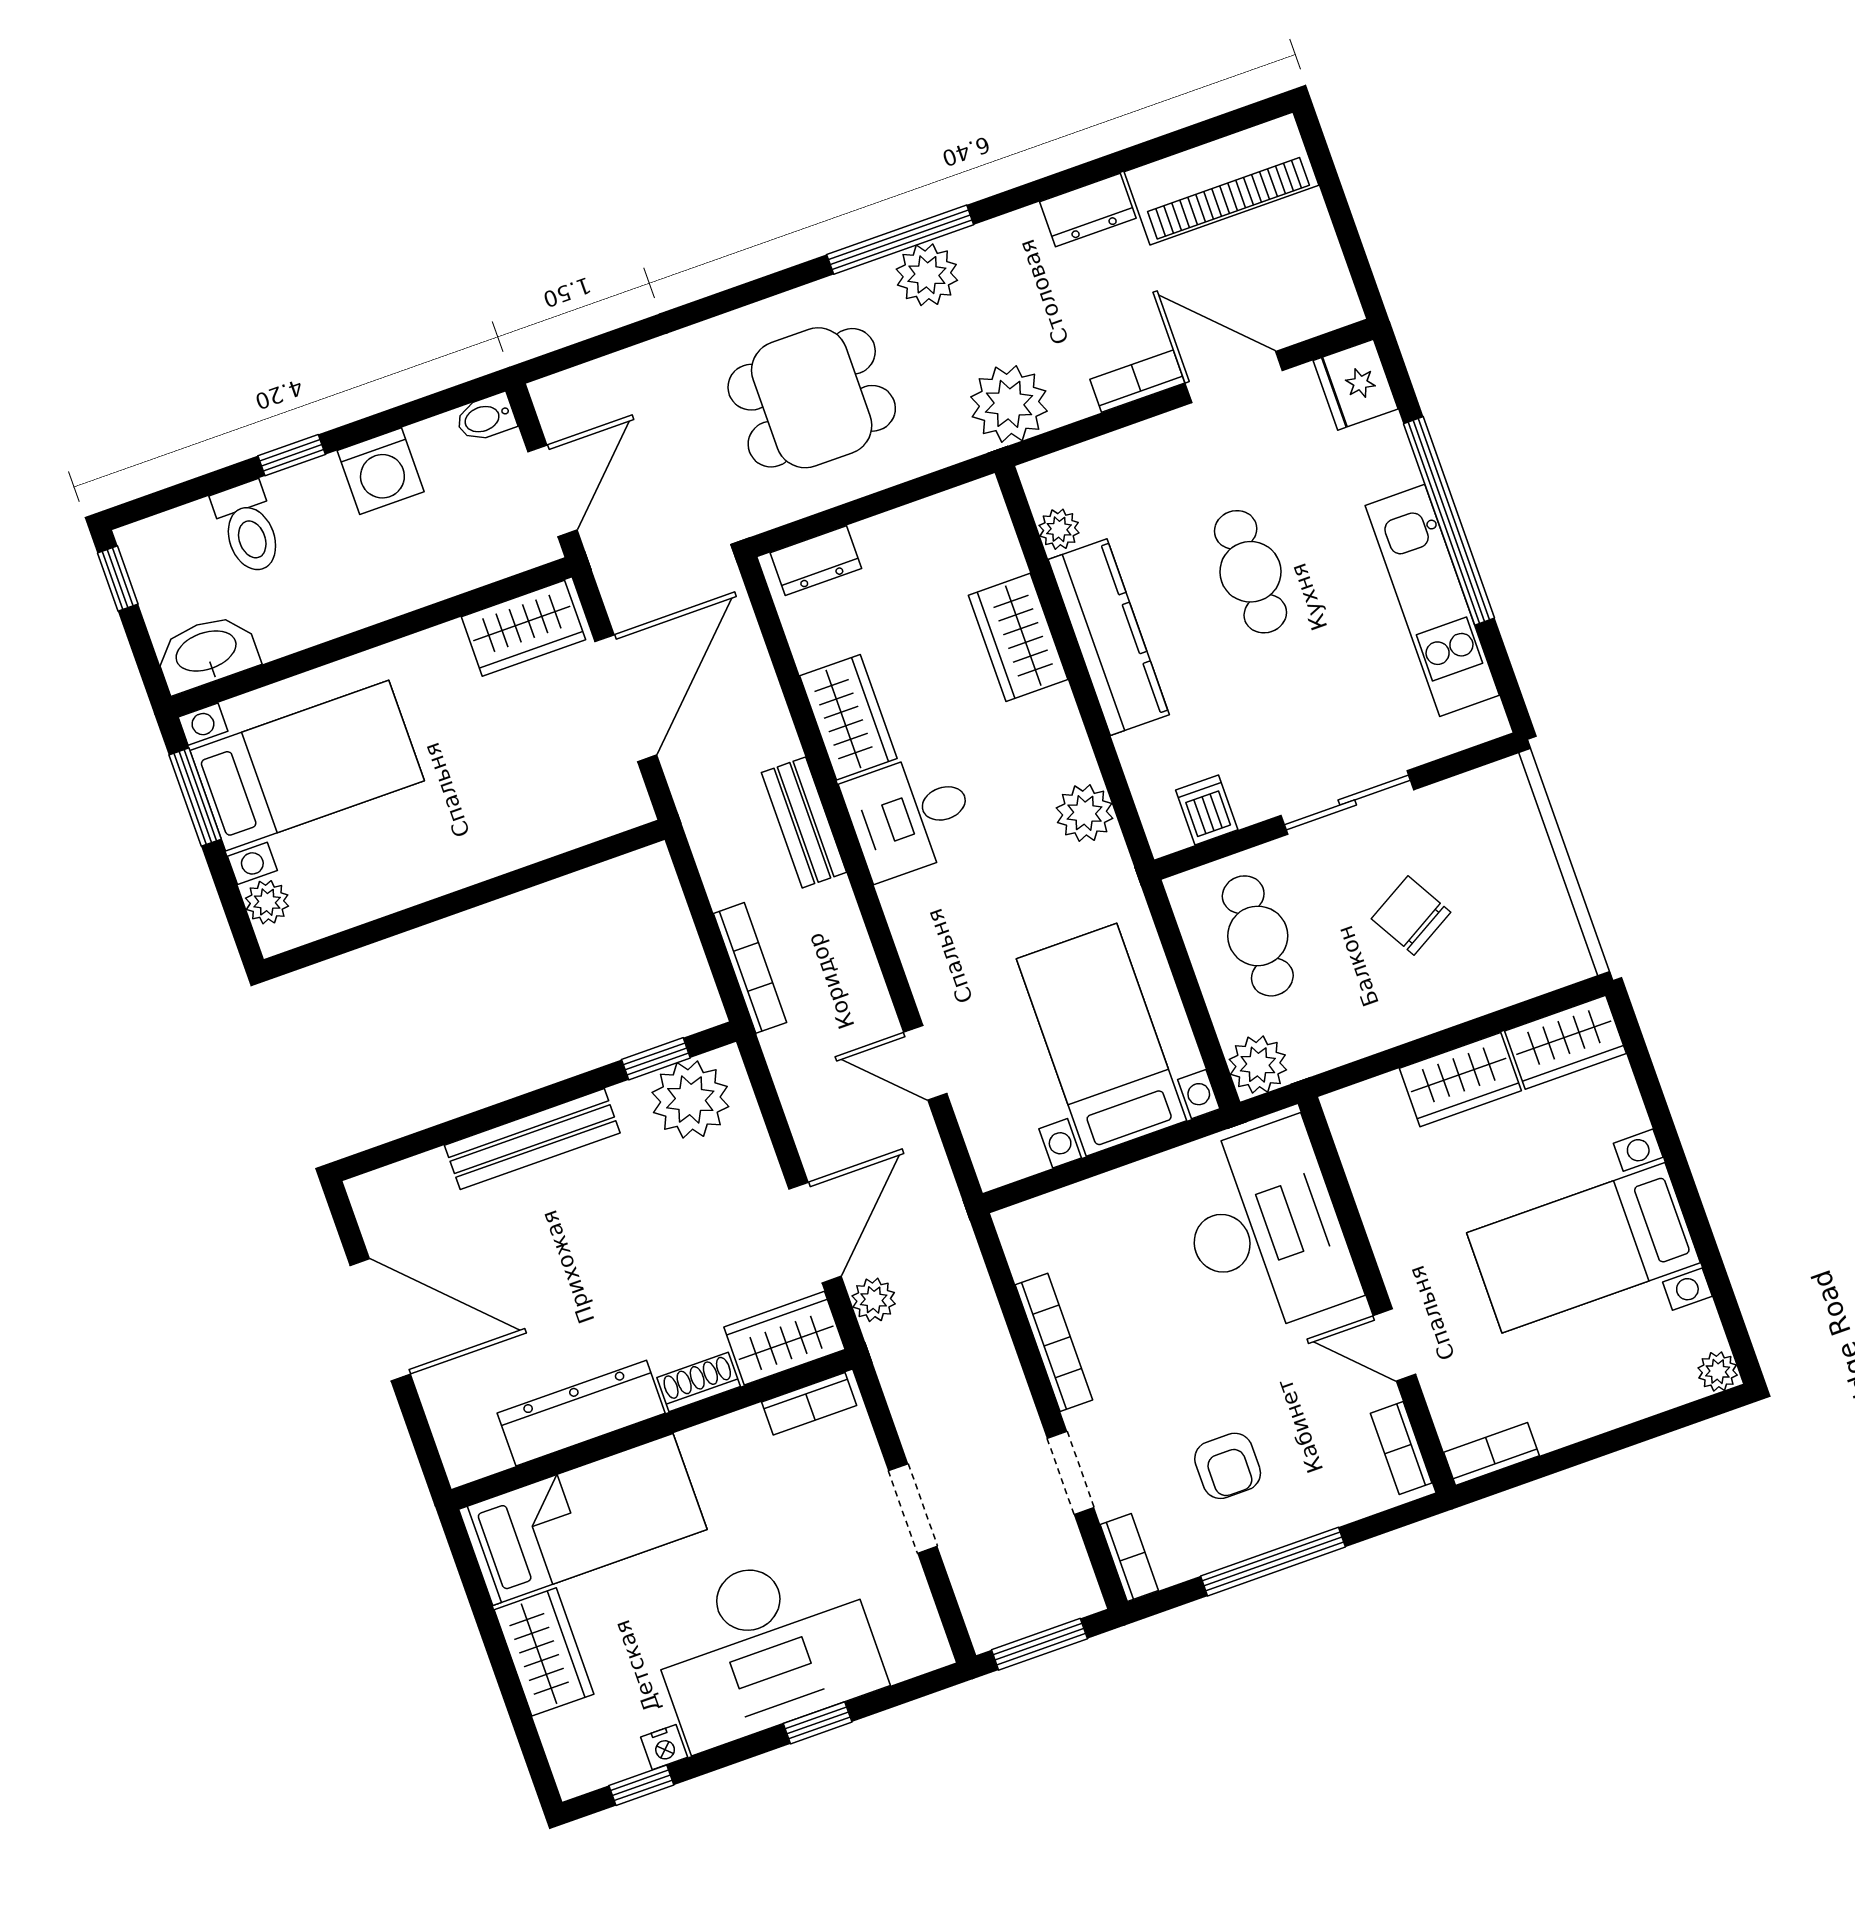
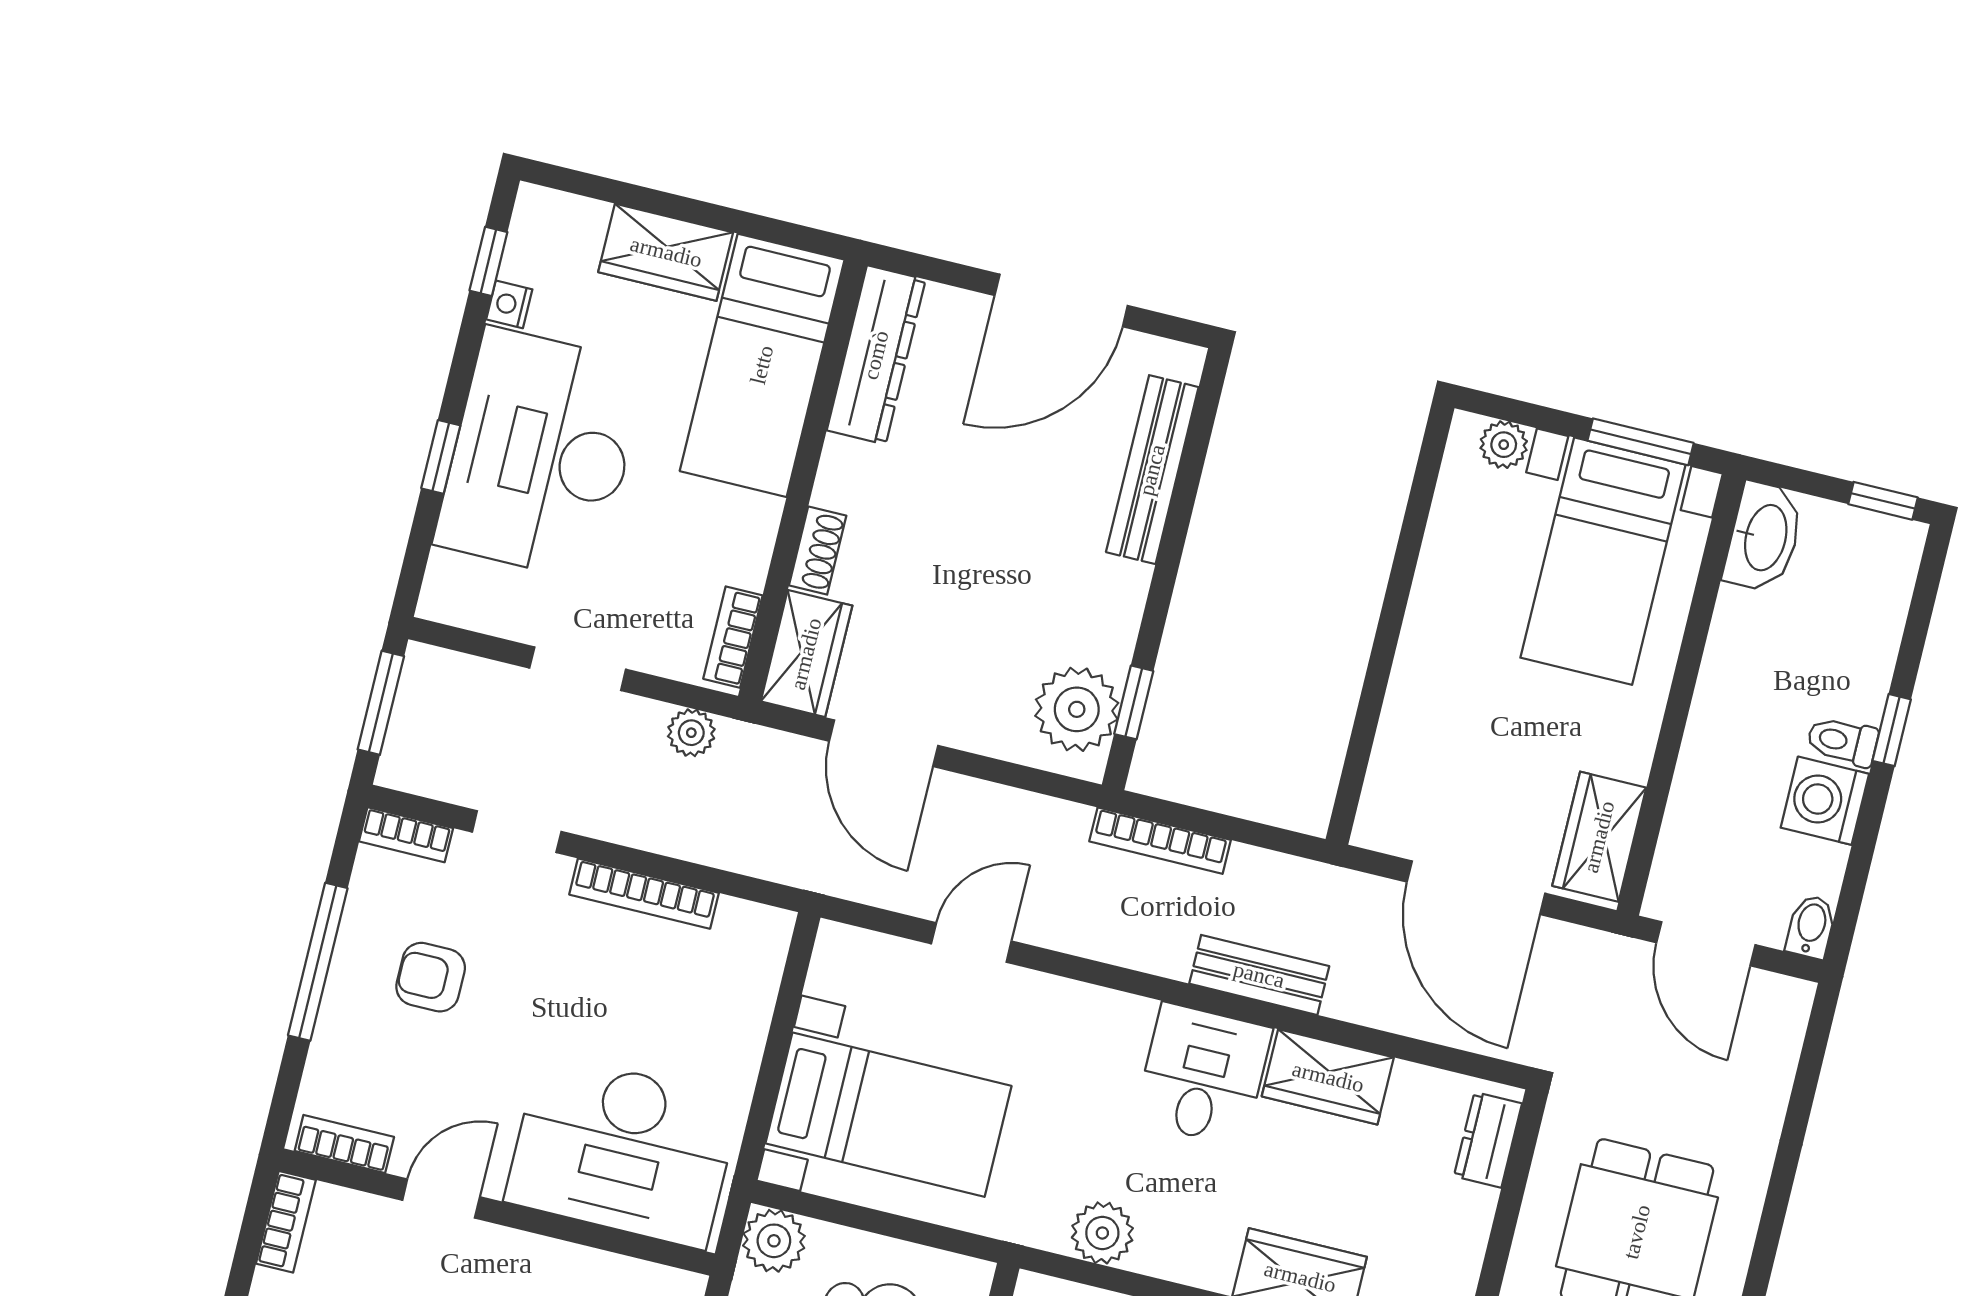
toilet: (248, 528) -> (1842, 741), moved, width x0.73, depth x0.72
bench: (532, 1139) -> (1152, 470), moved
plant: (874, 1300) -> (691, 733), moved
dresser: (581, 1413) -> (876, 355), moved

